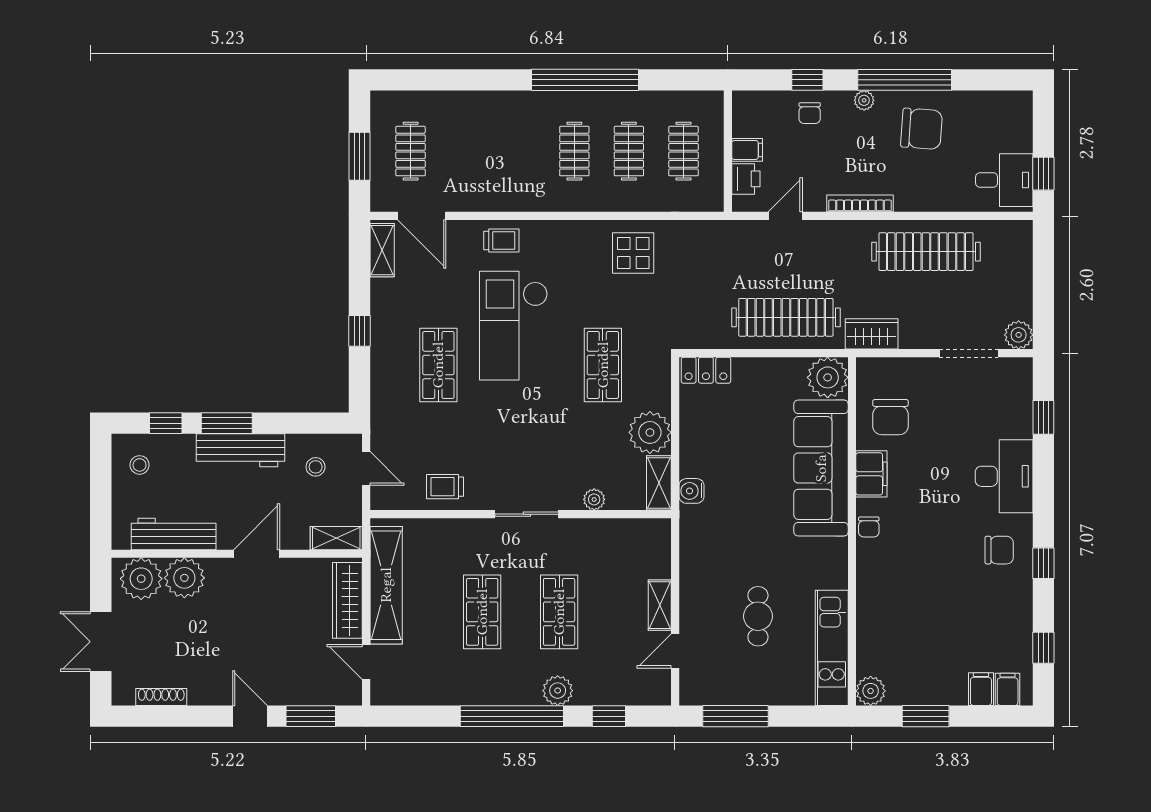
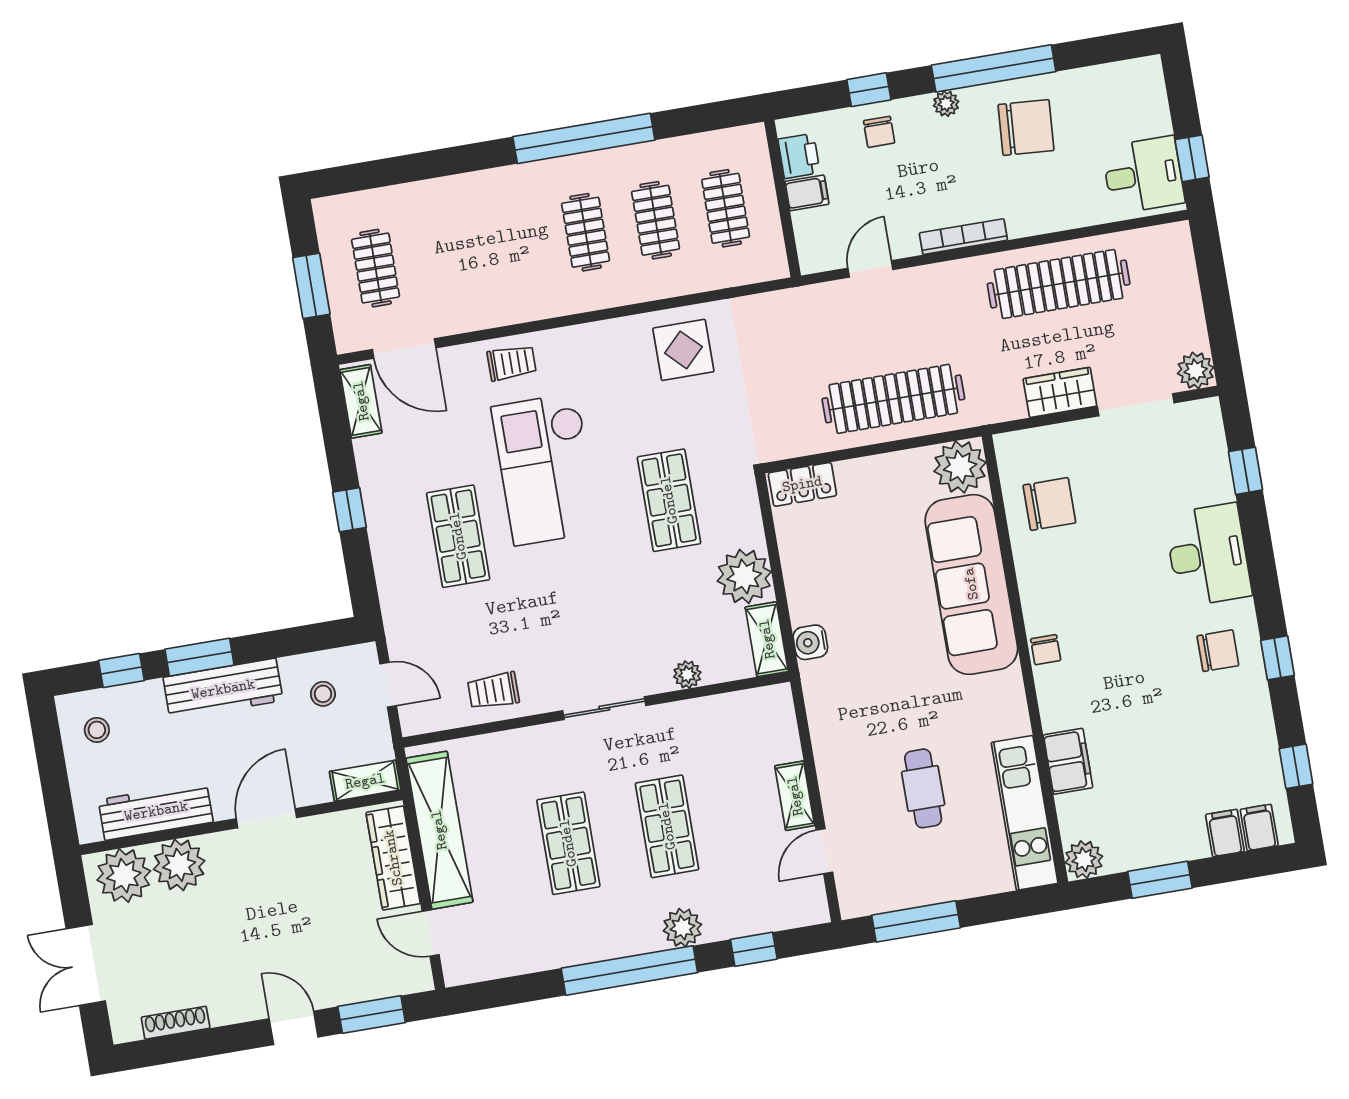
printer: (746, 179) -> (799, 156), moved
wardrobe: (872, 334) -> (1060, 392), moved
chair: (891, 417) -> (1049, 504), turned -90
filing cabinet: (871, 474) -> (1068, 761), moved

